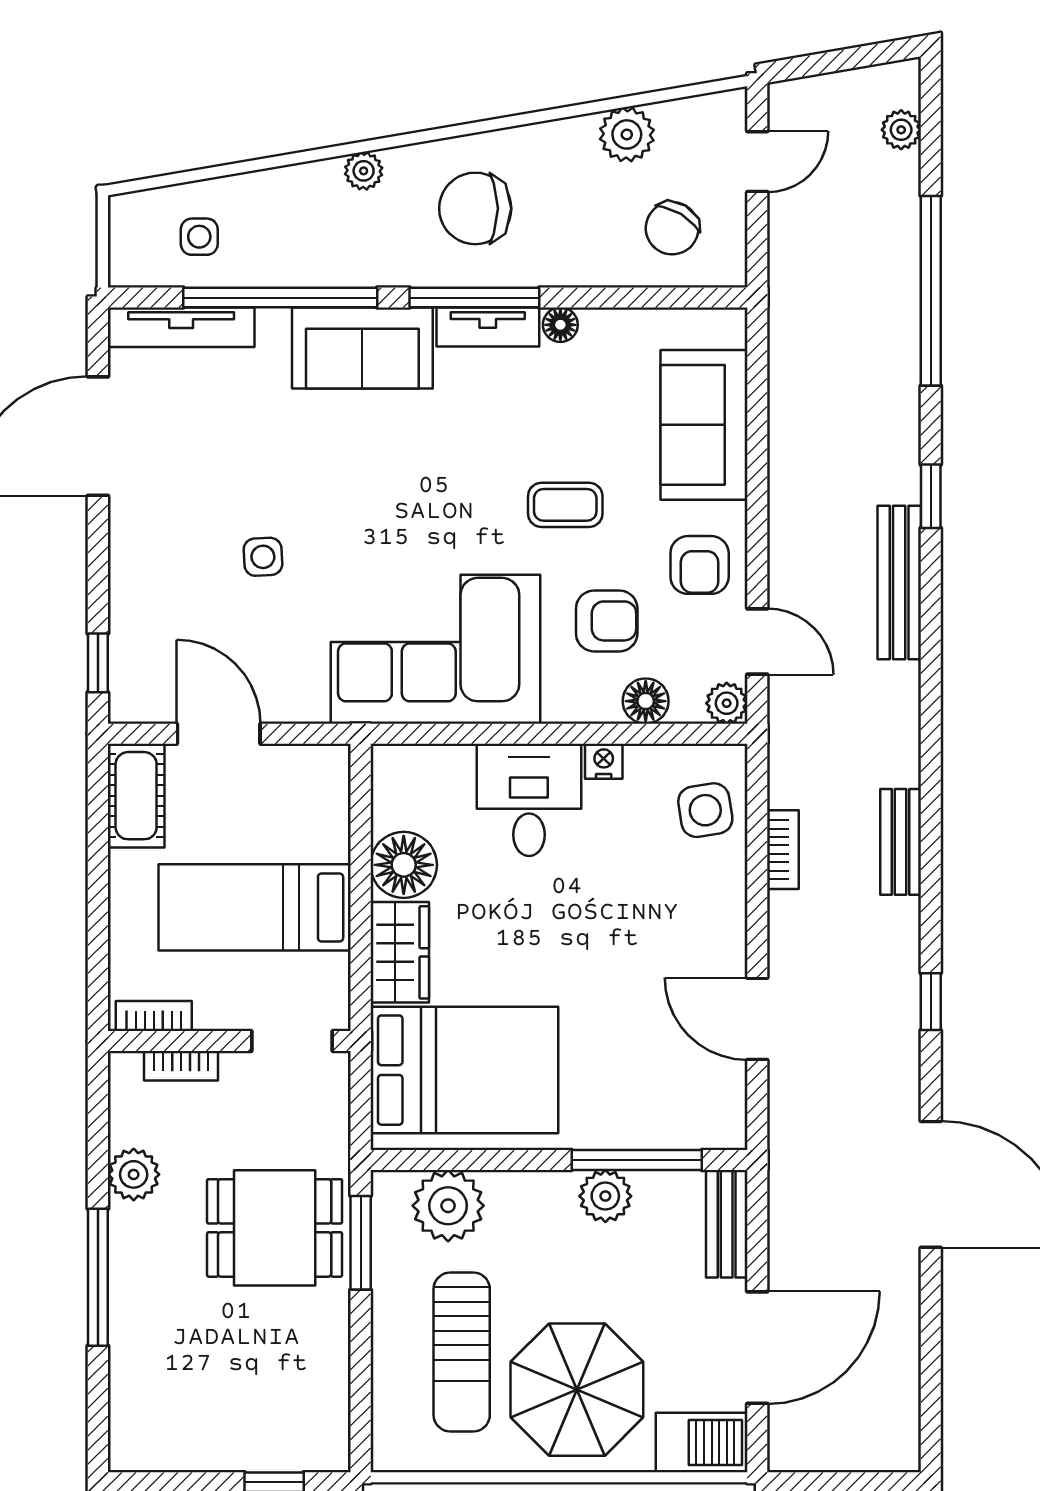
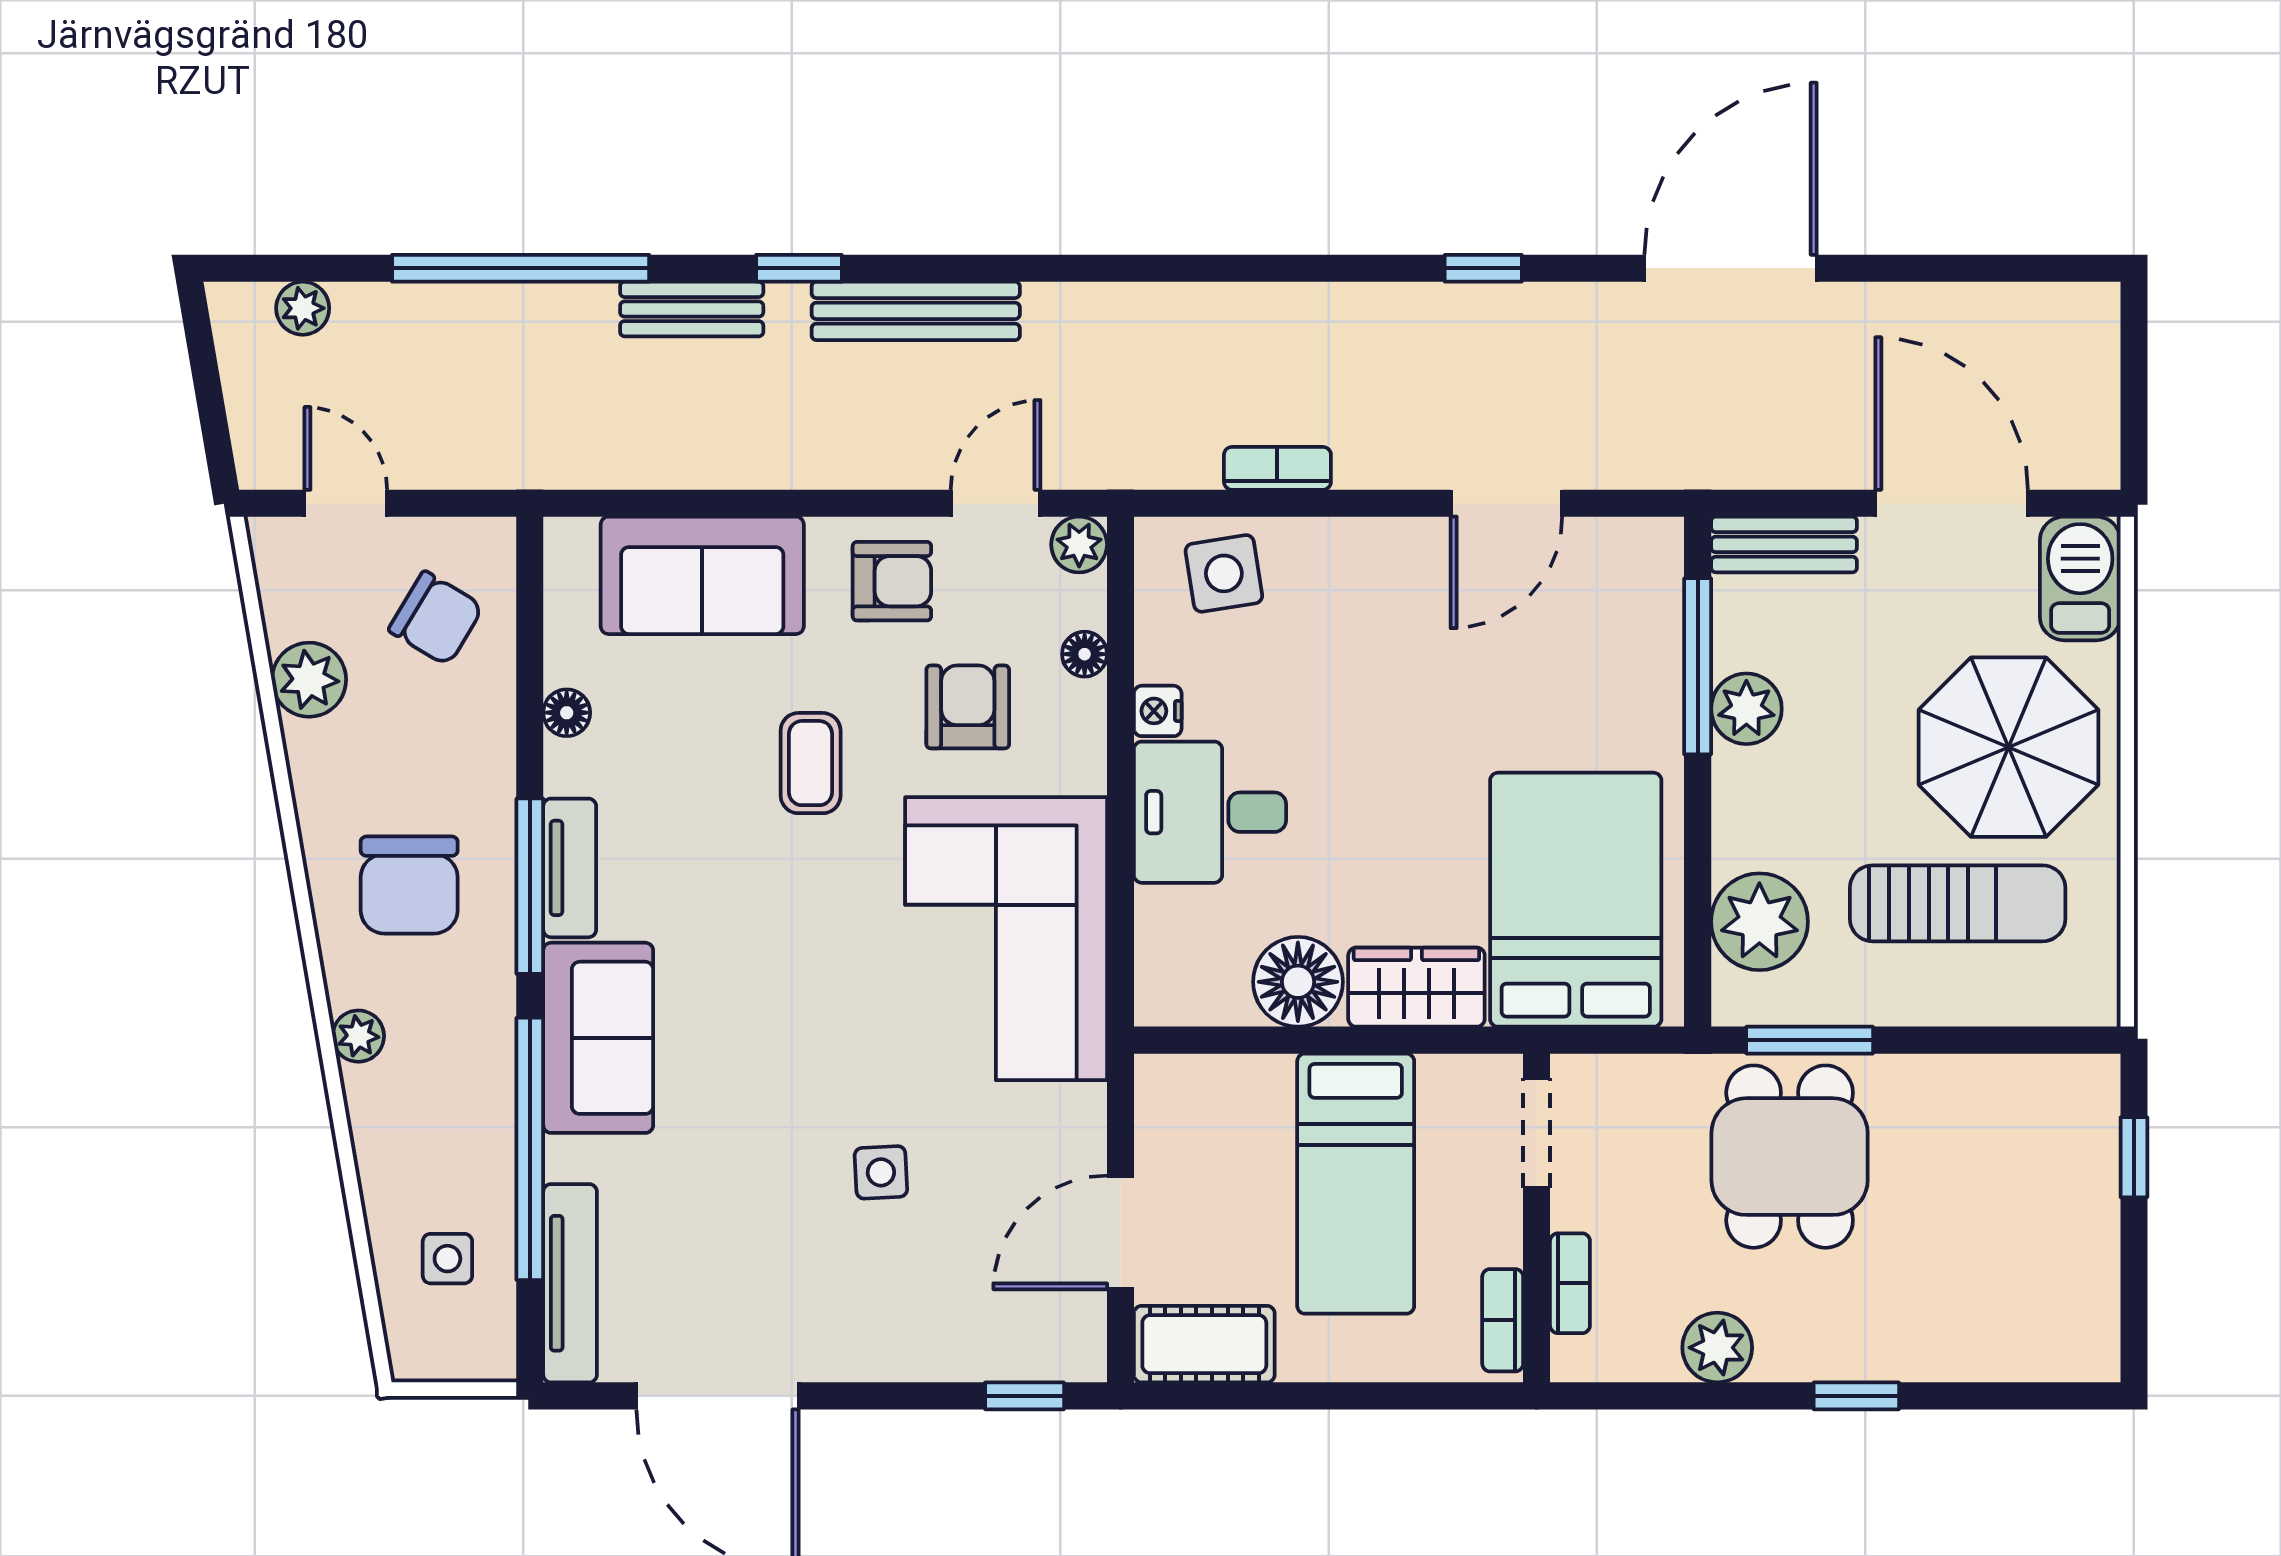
floor lamp: (560, 325) -> (567, 713), moved
floor lamp: (646, 701) -> (1085, 654), width x0.73, depth x0.73
bench: (901, 842) -> (692, 309), moved
window: (98, 1277) -> (1856, 1396), width x0.46

